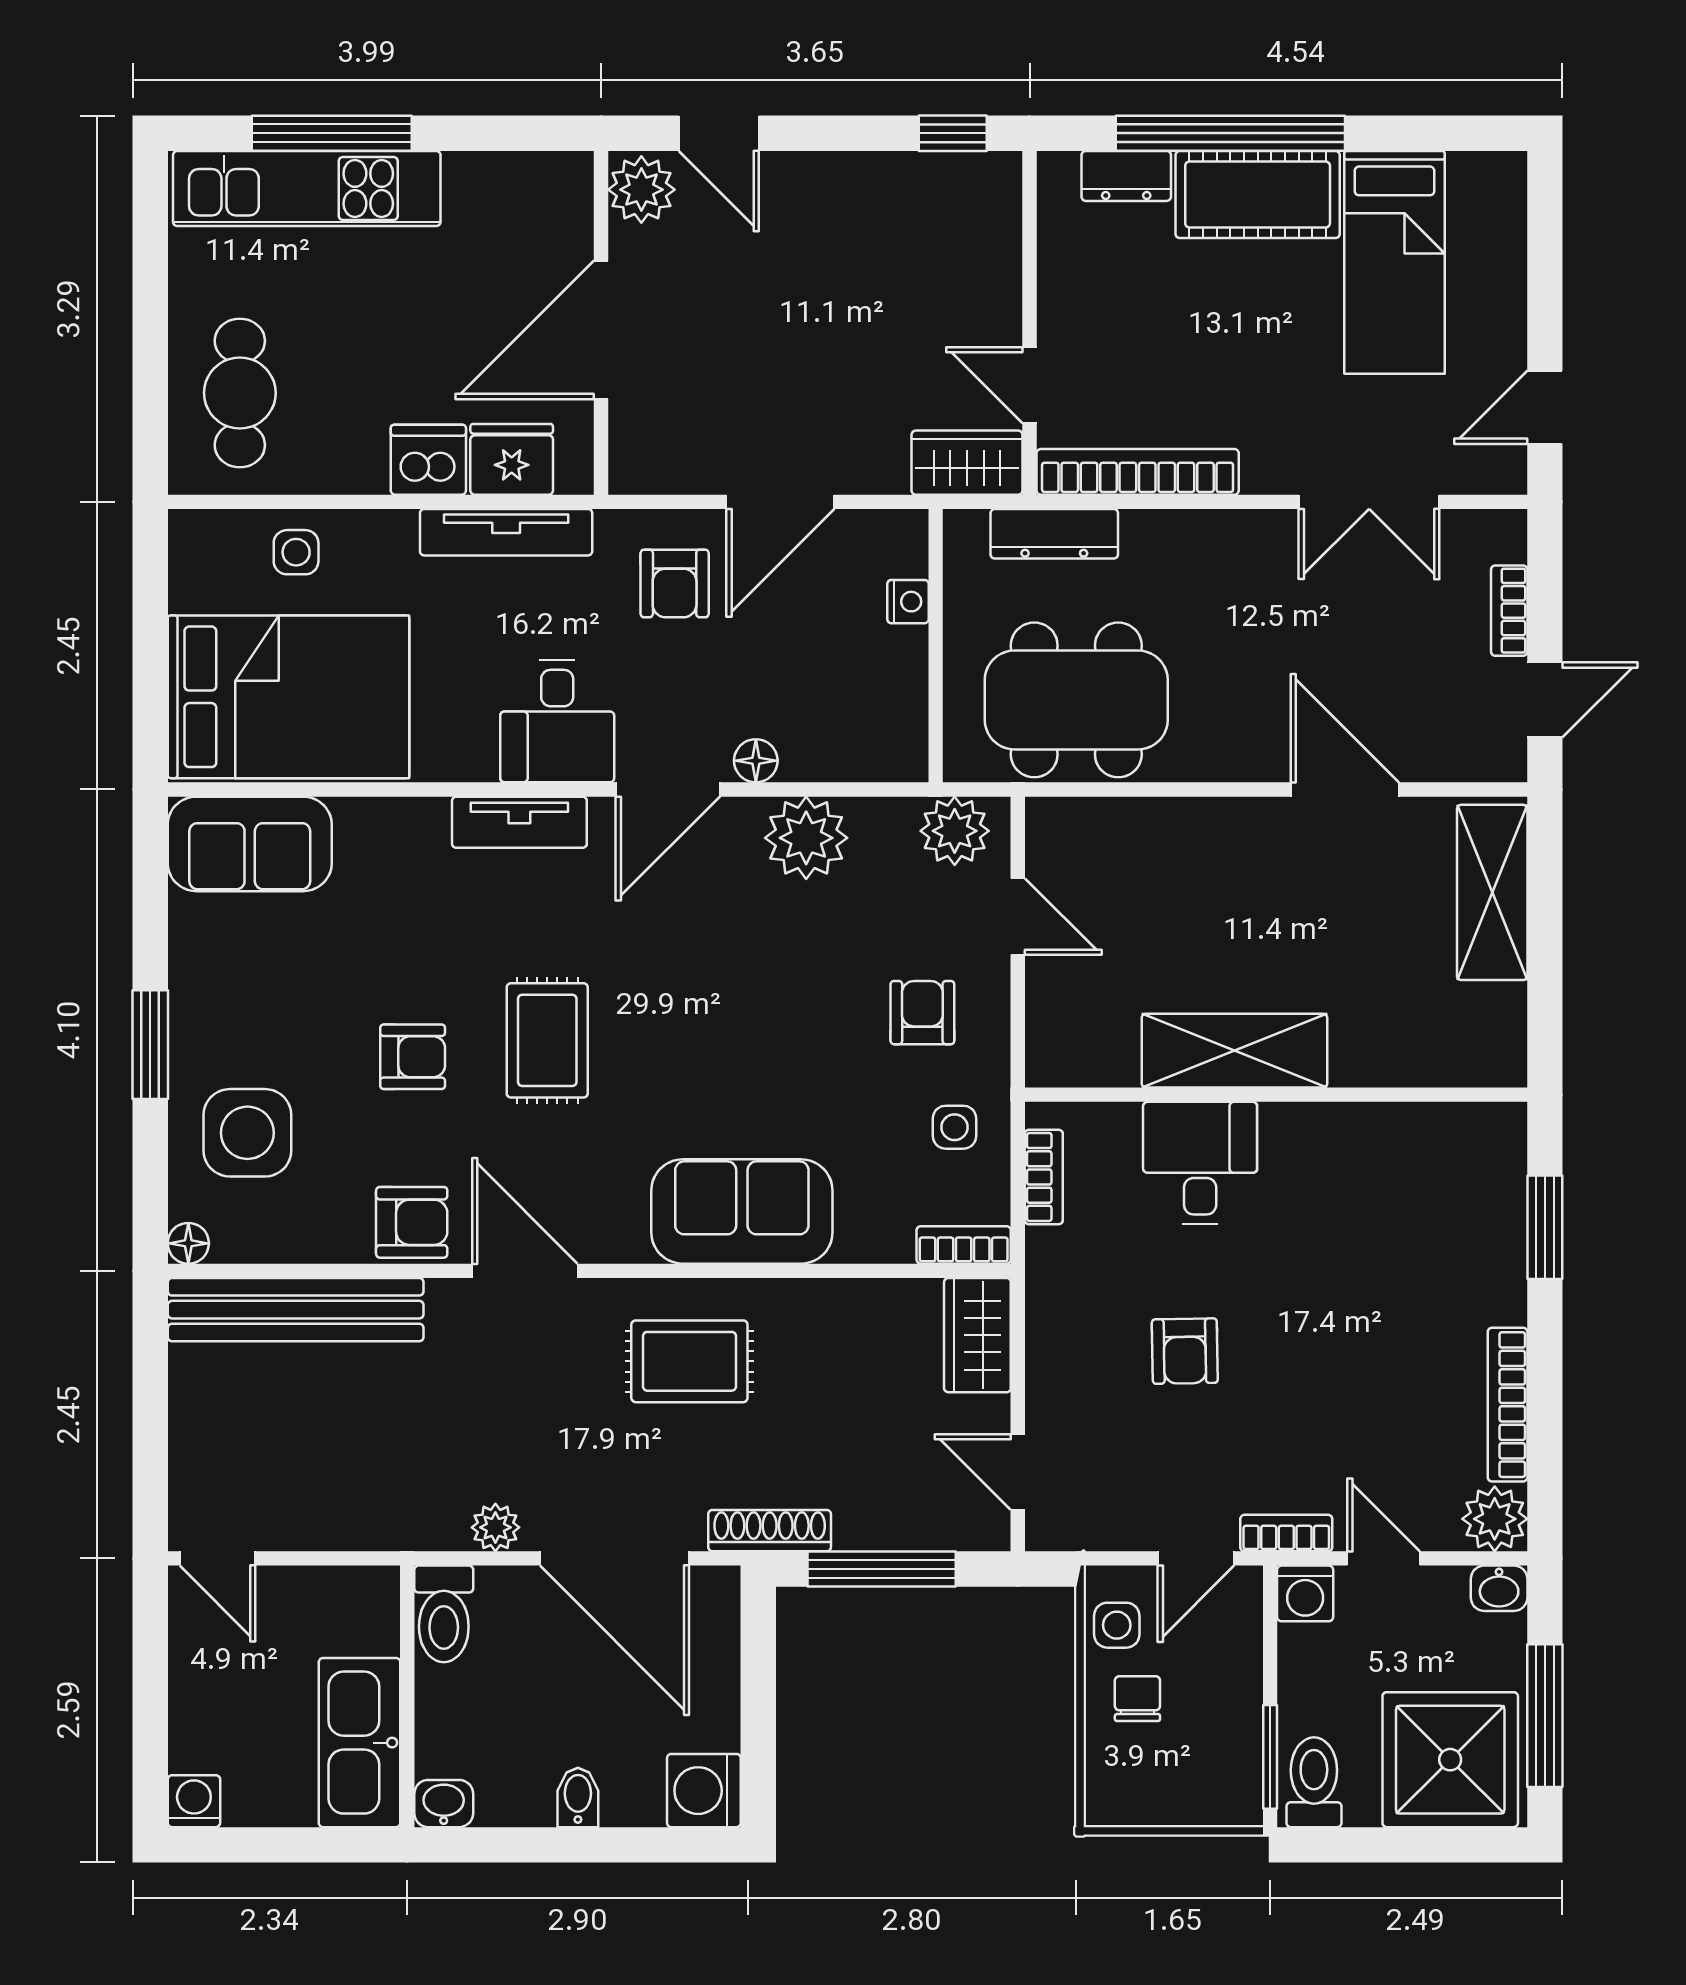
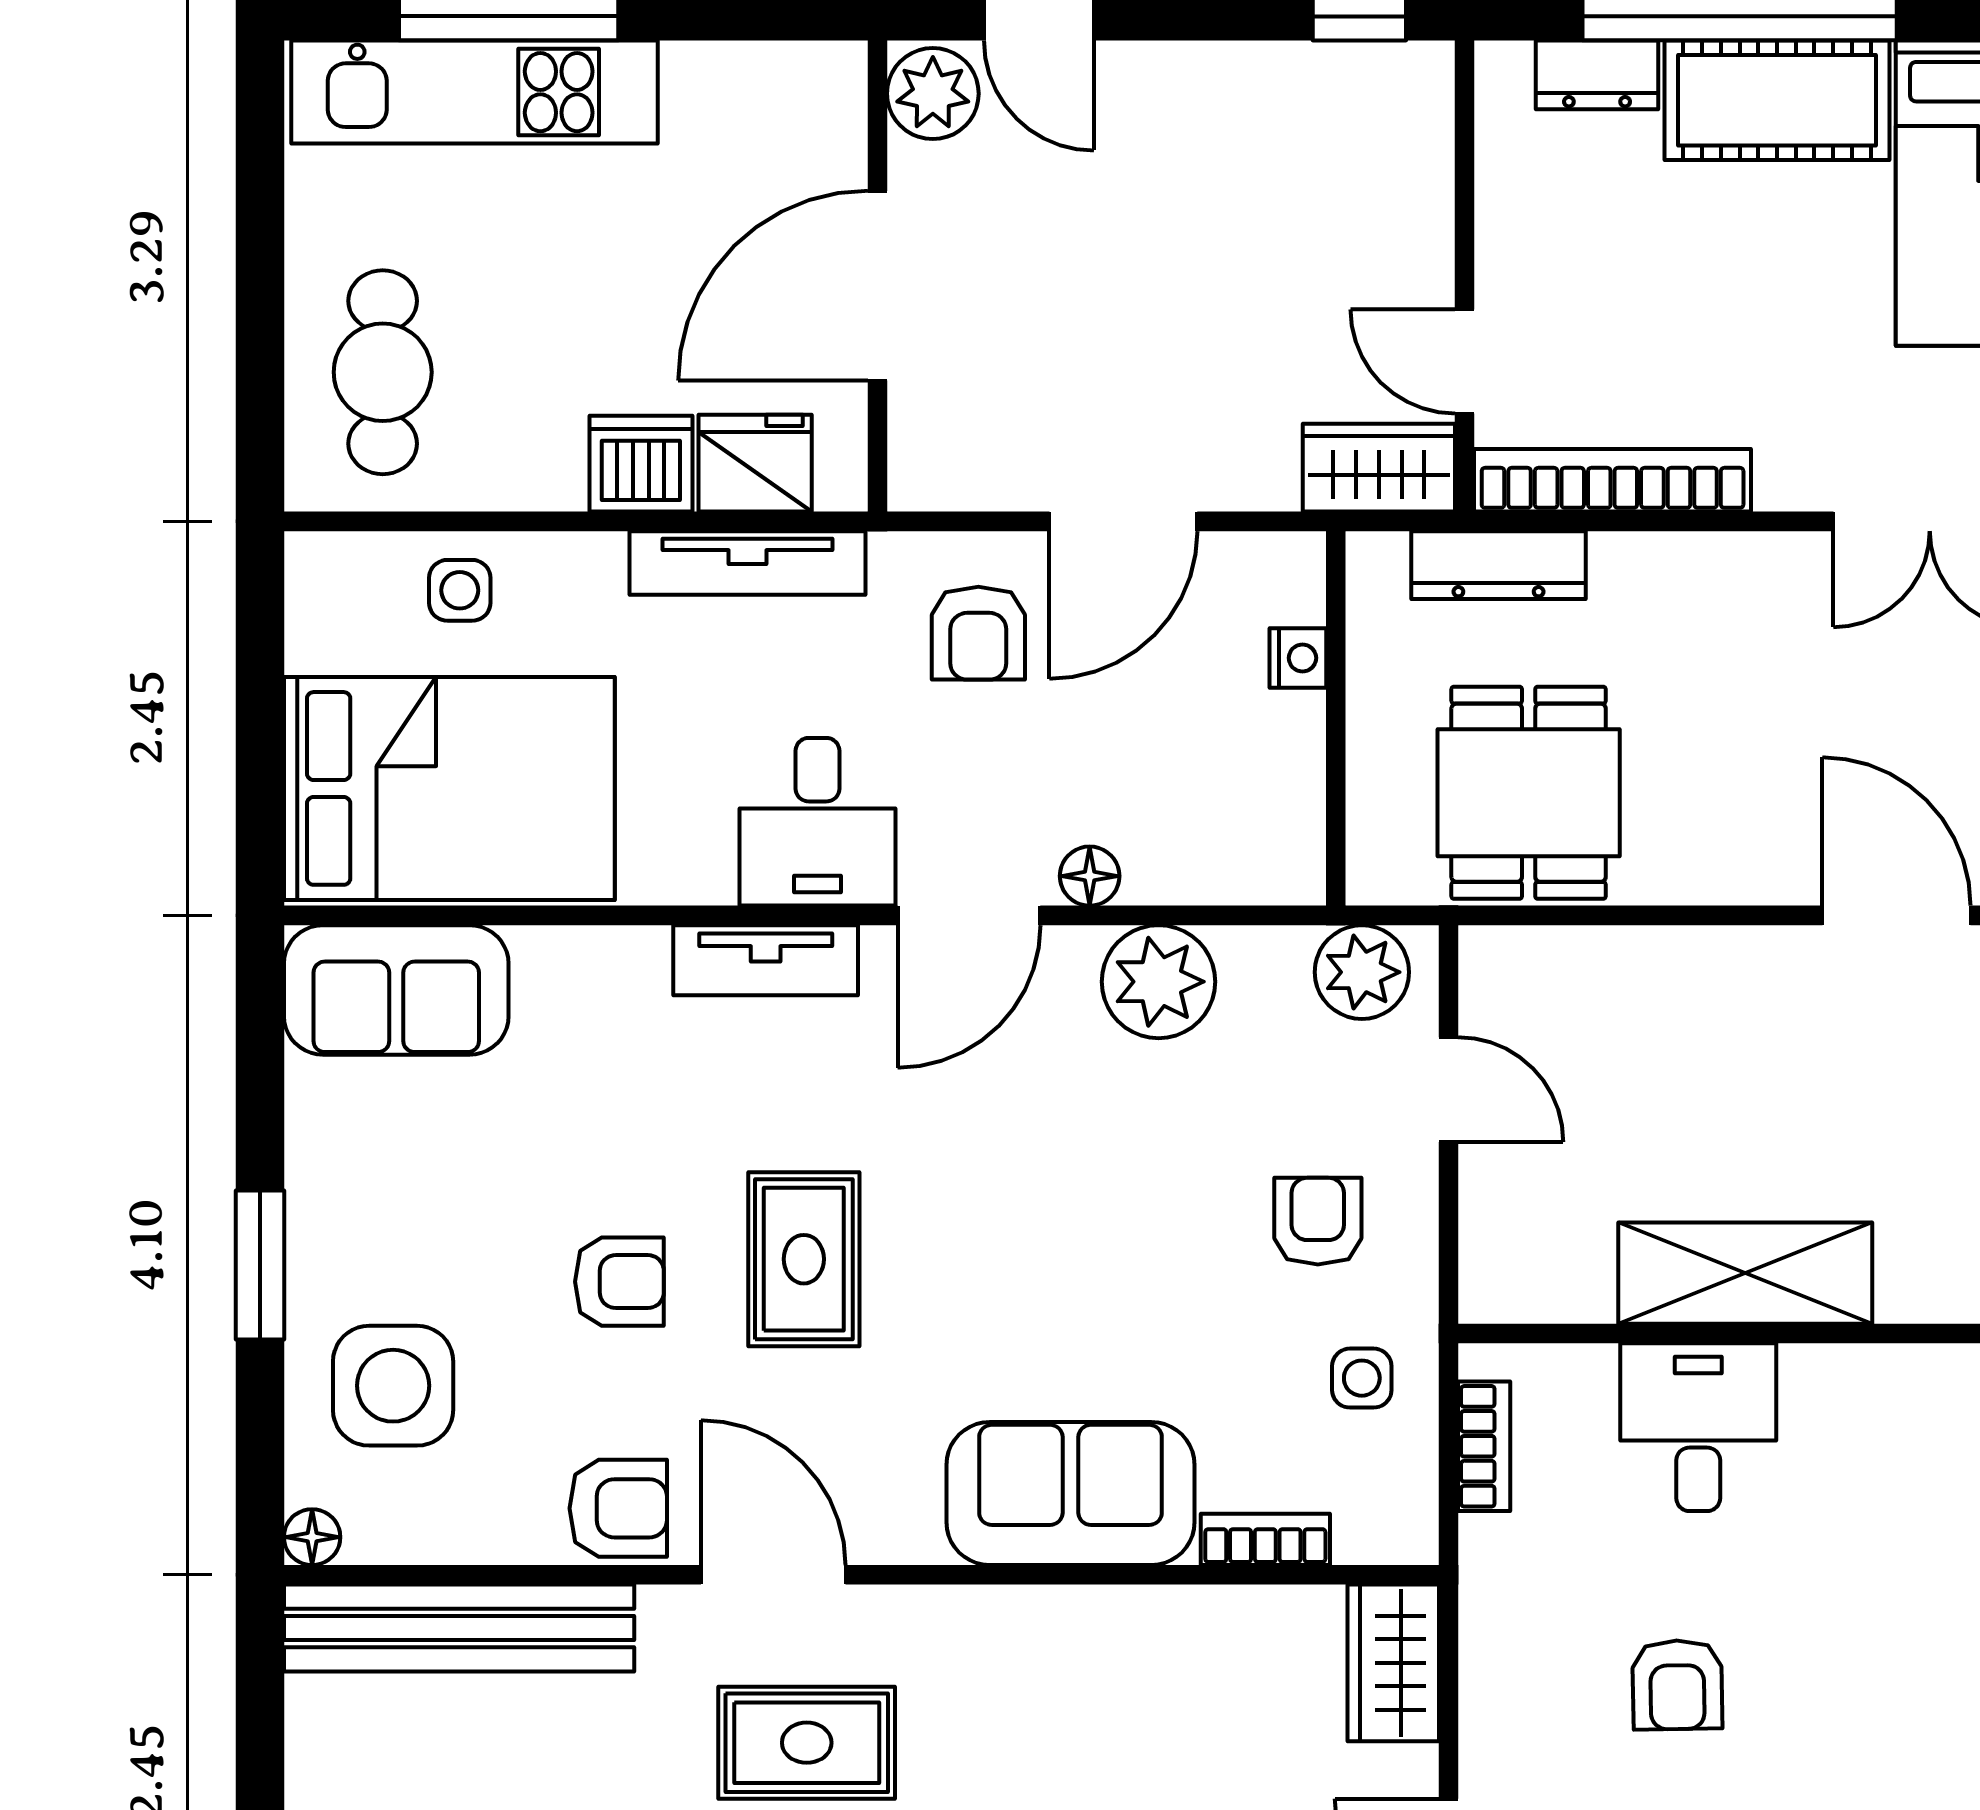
dining table: (1076, 700) -> (1529, 793), width x0.73
bookcase: (964, 1245) -> (1265, 1539), moved
rug: (689, 1361) -> (807, 1743), moved

